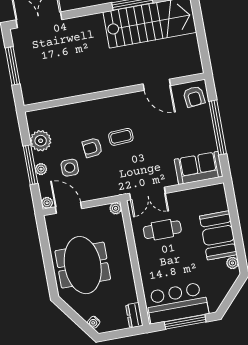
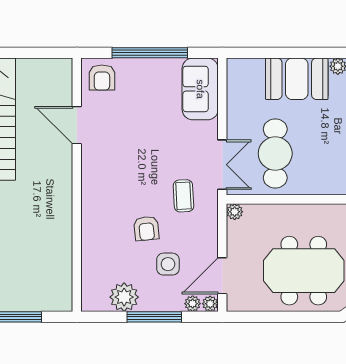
door: (157, 85) -> (77, 125), swing flipped
armchair: (194, 97) -> (102, 77), turned 96
coffee table: (121, 137) -> (183, 196), moved
plant: (41, 169) -> (193, 304), moved
cafe table: (162, 230) -> (275, 154), width x1.37, depth x1.35

